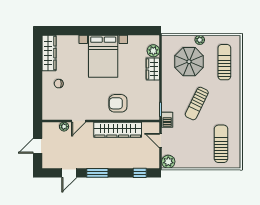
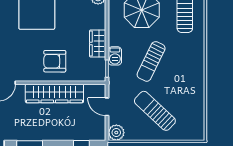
wardrobe: (153, 69) -> (98, 44), moved
barbecue: (167, 120) -> (115, 56), moved
sun lounger: (221, 144) -> (155, 111), moved, turned -47

